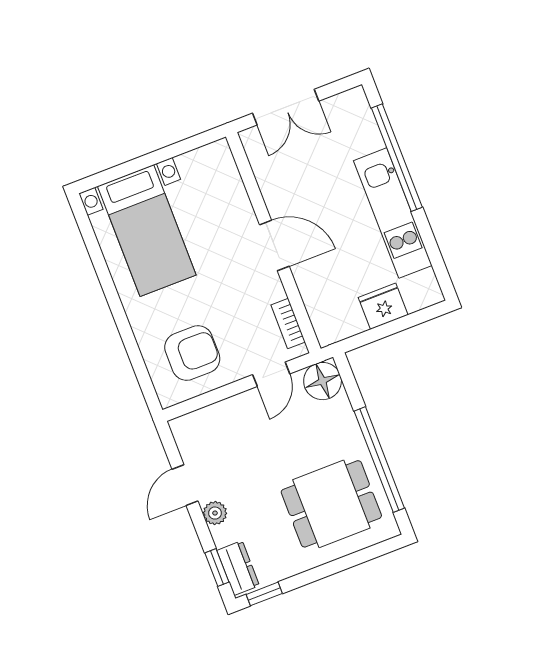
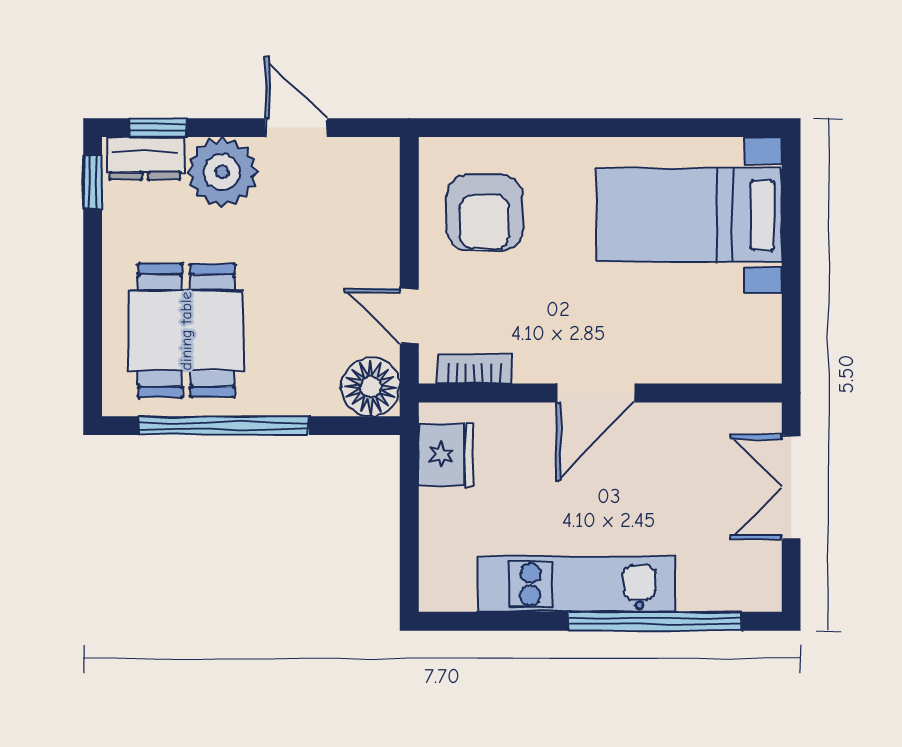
fridge: (383, 306) -> (446, 455), moved
plant: (215, 513) -> (222, 172), width x1.87, depth x1.87

